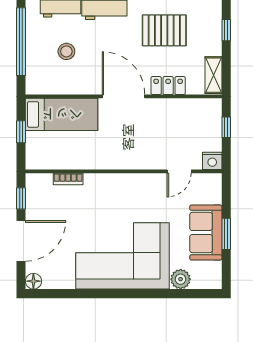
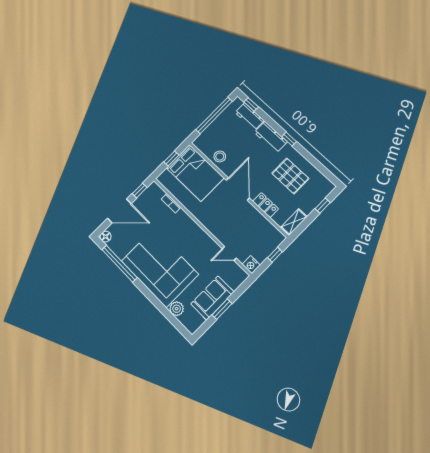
stool: (66, 51) -> (220, 157), moved
bed: (62, 114) -> (195, 173), width x1.50
window: (76, 294) -> (119, 264), added

